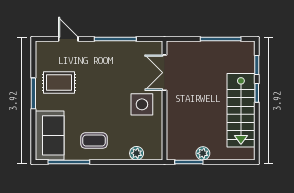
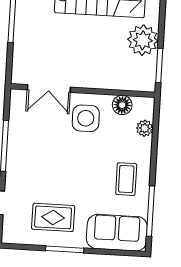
rug: (59, 82) -> (53, 217), turned 90
floor lamp: (155, 134) -> (122, 105), added
plant: (203, 153) -> (143, 40), width x1.87, depth x1.87

